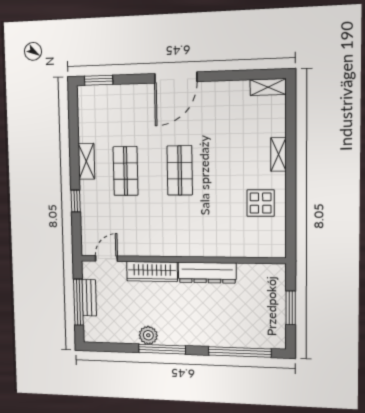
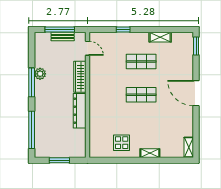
shelving: (86, 161) -> (160, 37), moved

